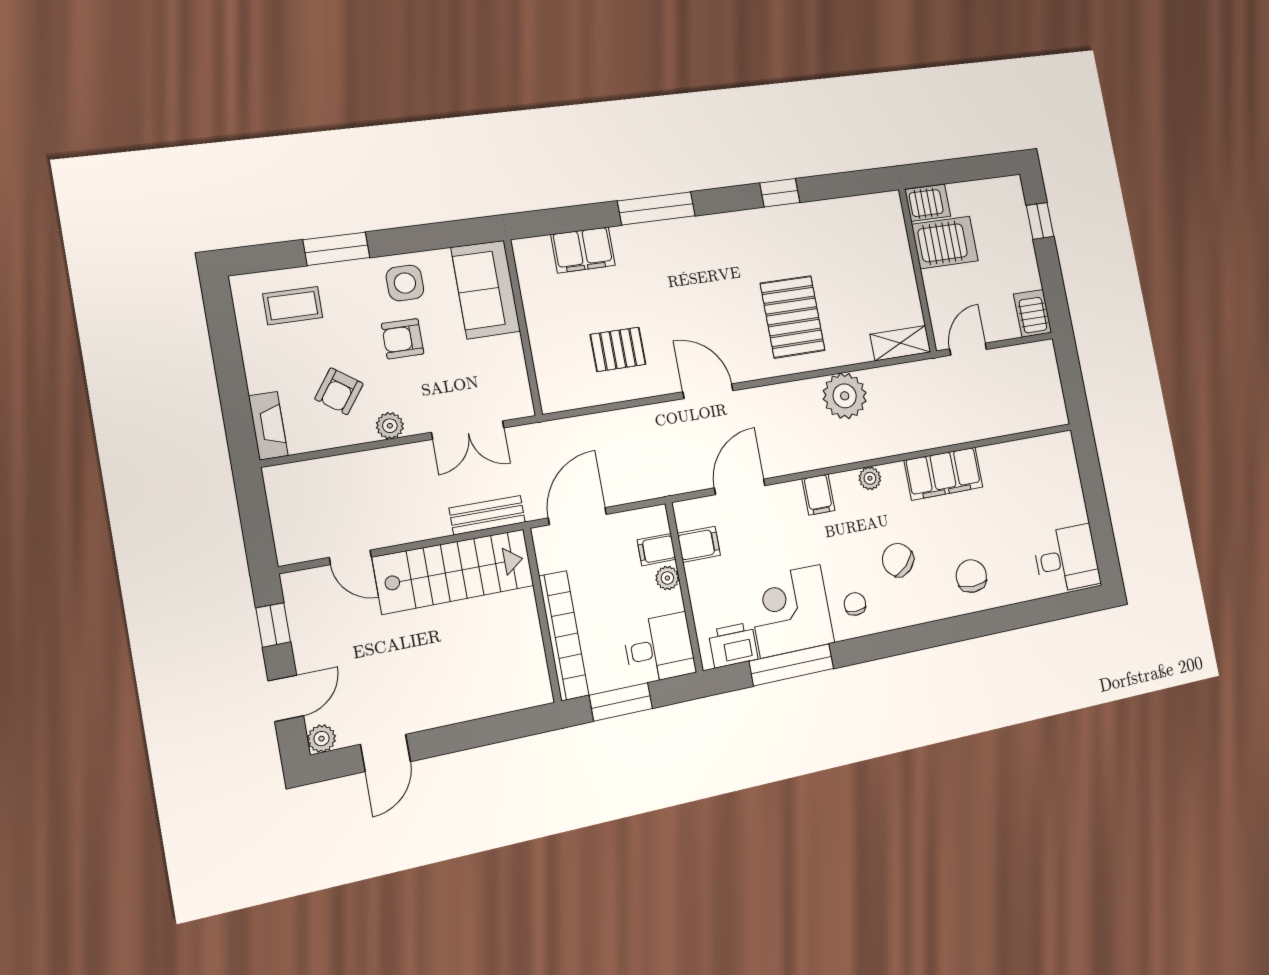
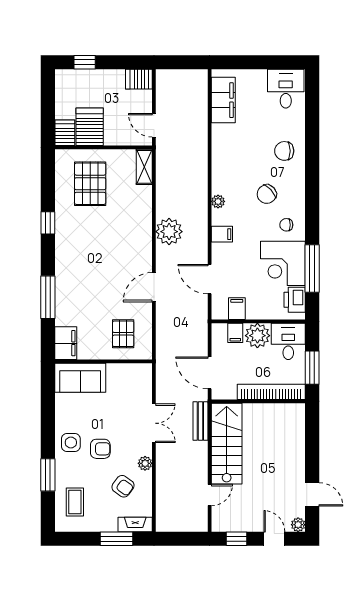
sofa: (486, 289) -> (80, 378), moved
pallet: (793, 317) -> (90, 184), moved, turned 90
wall: (523, 327) -> (104, 361), moved
armchair: (403, 339) -> (100, 449), turned -90
window: (234, 395) -> (116, 539), added
plant: (845, 396) -> (169, 232), moved
filing cabinet: (944, 474) -> (223, 100), moved
plant: (667, 578) -> (257, 336), width x1.87, depth x1.87

